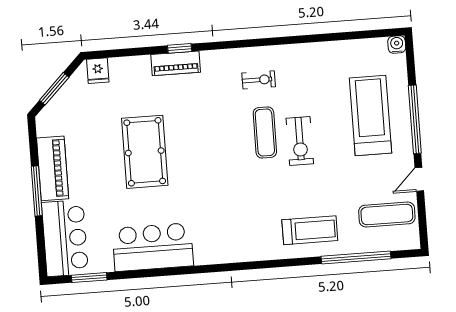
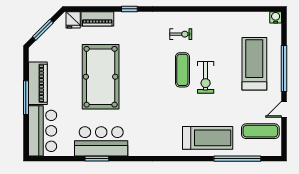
piano: (176, 63) -> (97, 19), moved
pool table: (145, 152) -> (101, 77), width x1.36, depth x1.32
treadmill: (310, 230) -> (208, 138), width x1.37, depth x1.38
window: (89, 278) -> (97, 159), moved

